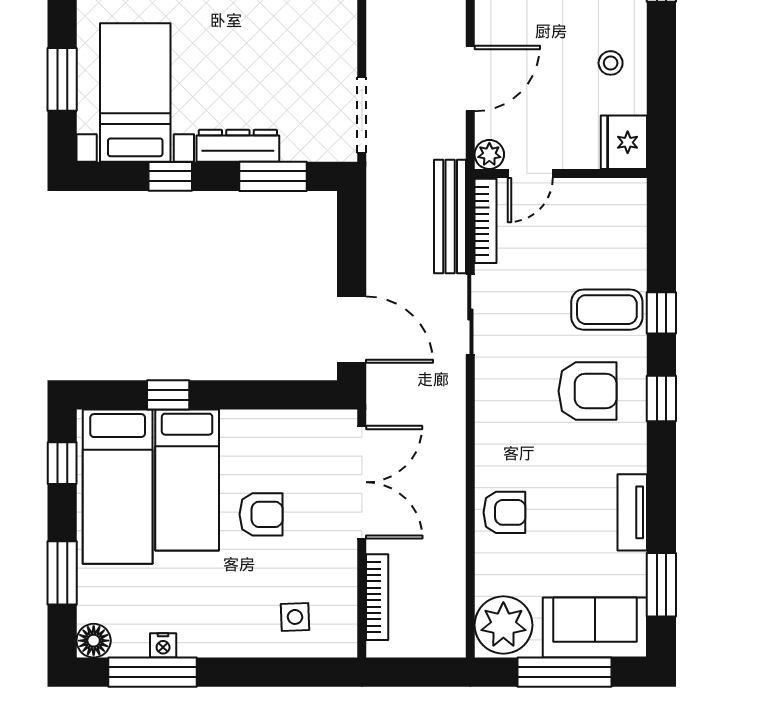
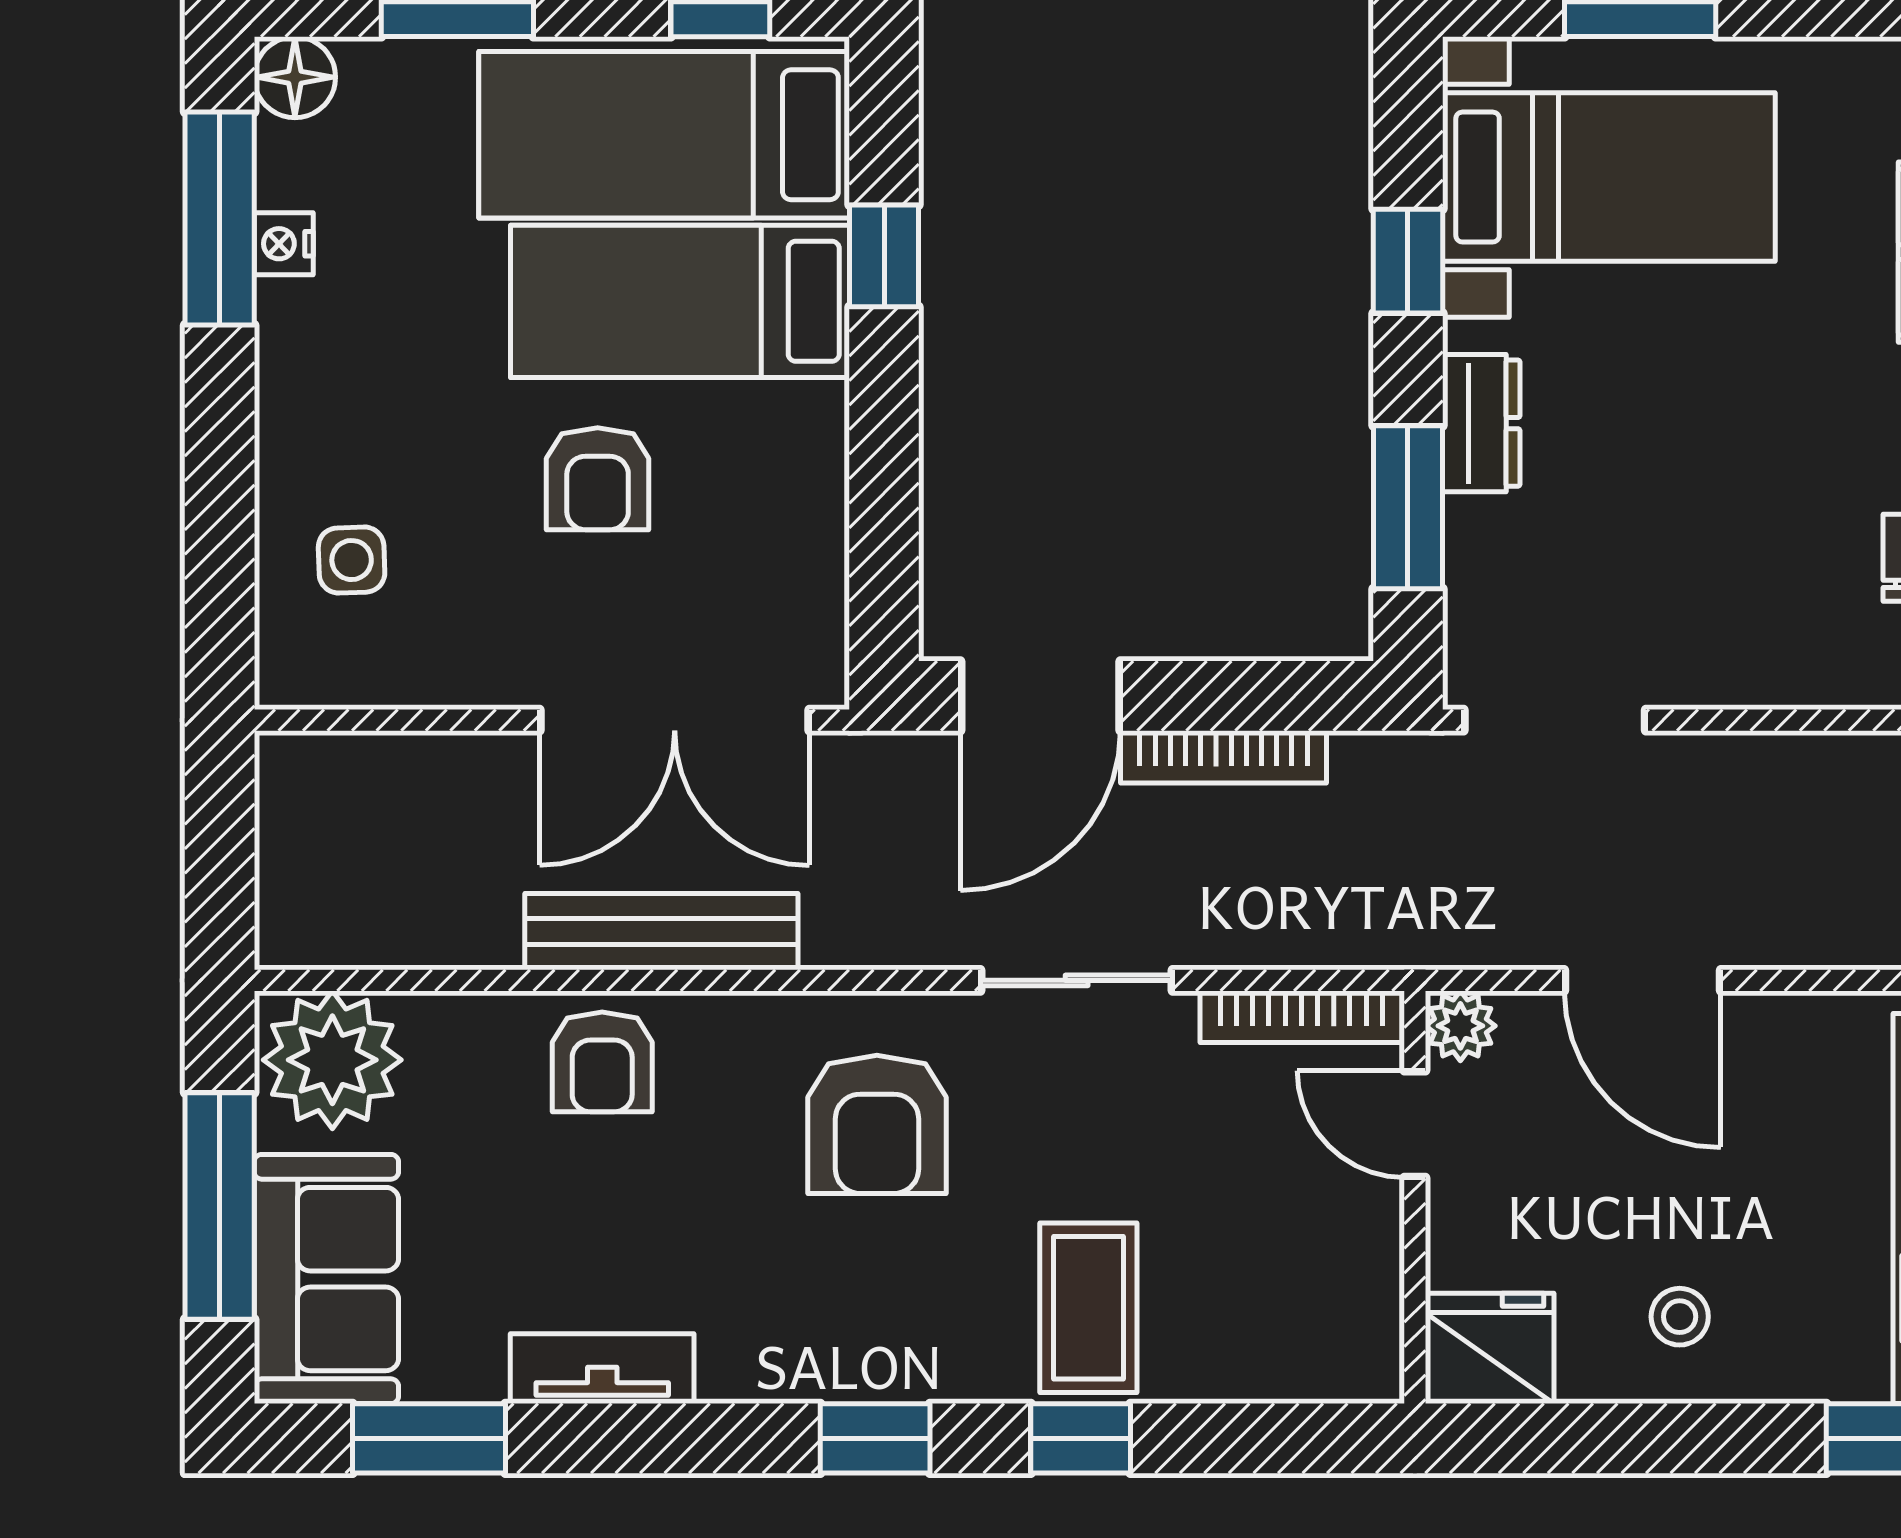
dresser: (238, 146) -> (1481, 423), width x0.70
bench: (450, 217) -> (661, 932), moved
armchair: (588, 391) -> (877, 1124), moved
bookcase: (377, 597) -> (1224, 757), moved

